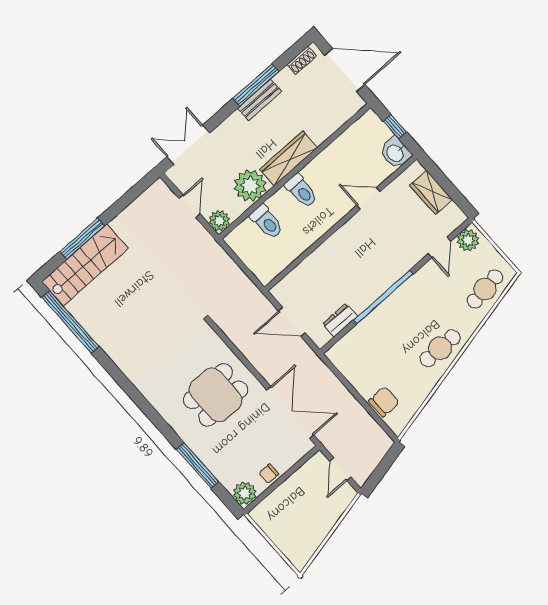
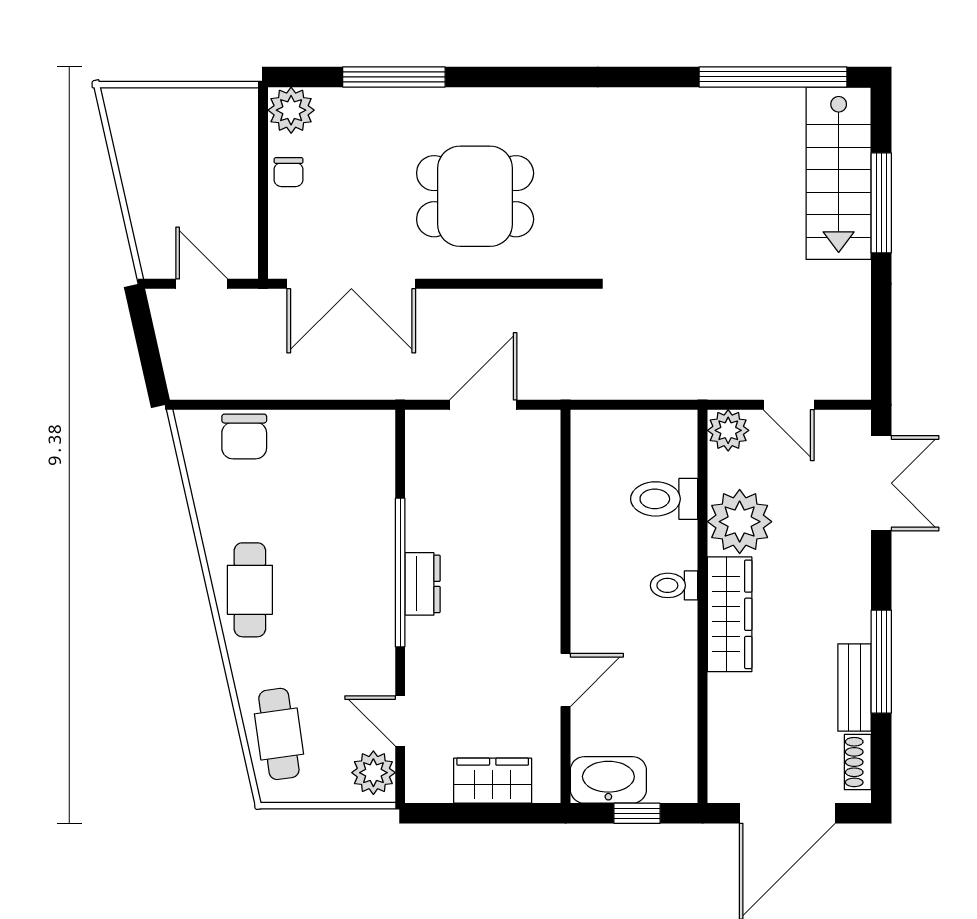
bench: (259, 100) -> (854, 688), moved
washbasin: (395, 153) -> (608, 780), width x1.38
toilet: (301, 191) -> (674, 585), width x0.73, depth x0.72
dresser: (340, 320) -> (423, 584), moved
dining table: (216, 395) -> (475, 196), turned 90
chair: (269, 474) -> (289, 172), turned 180

